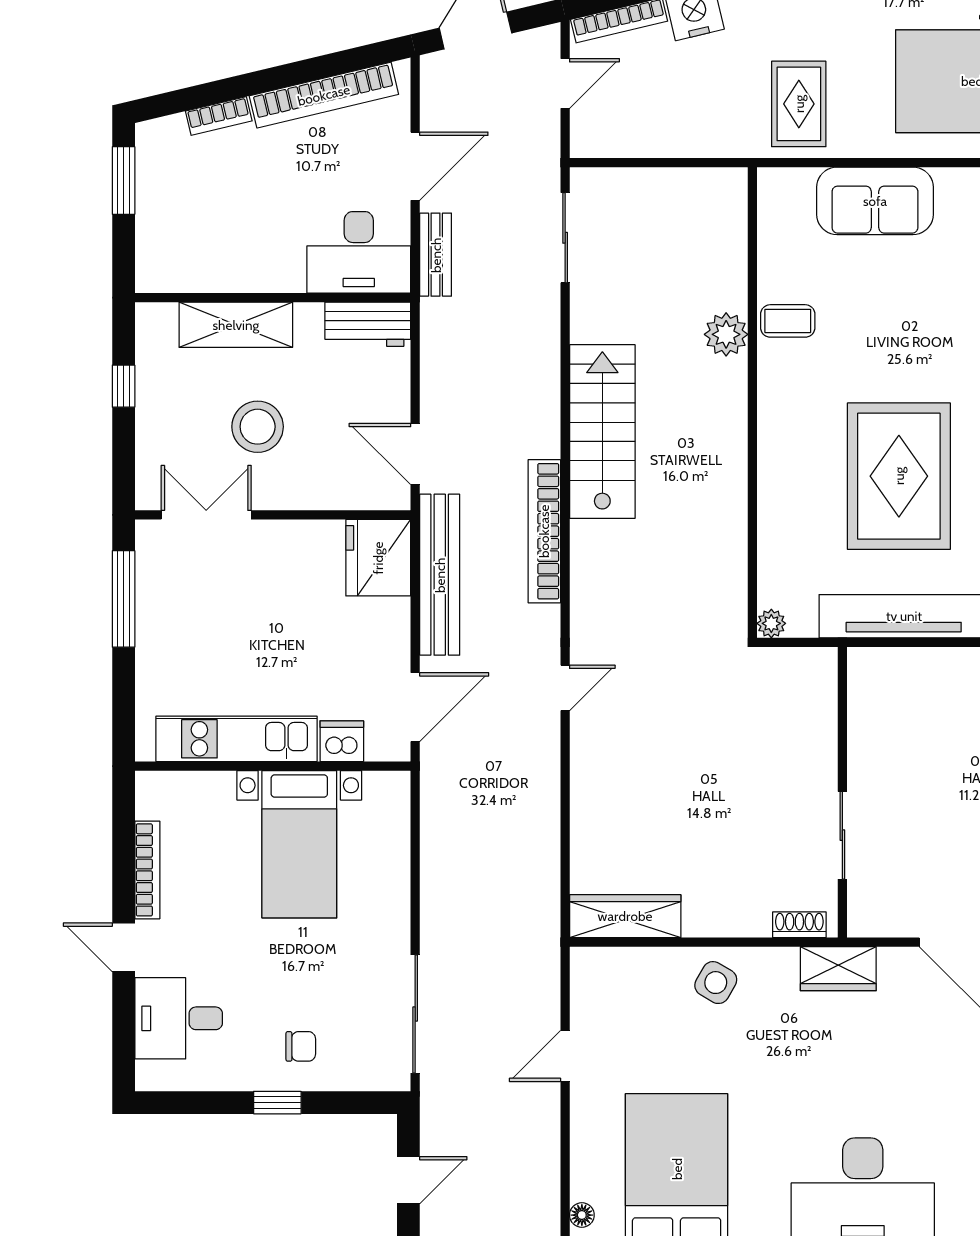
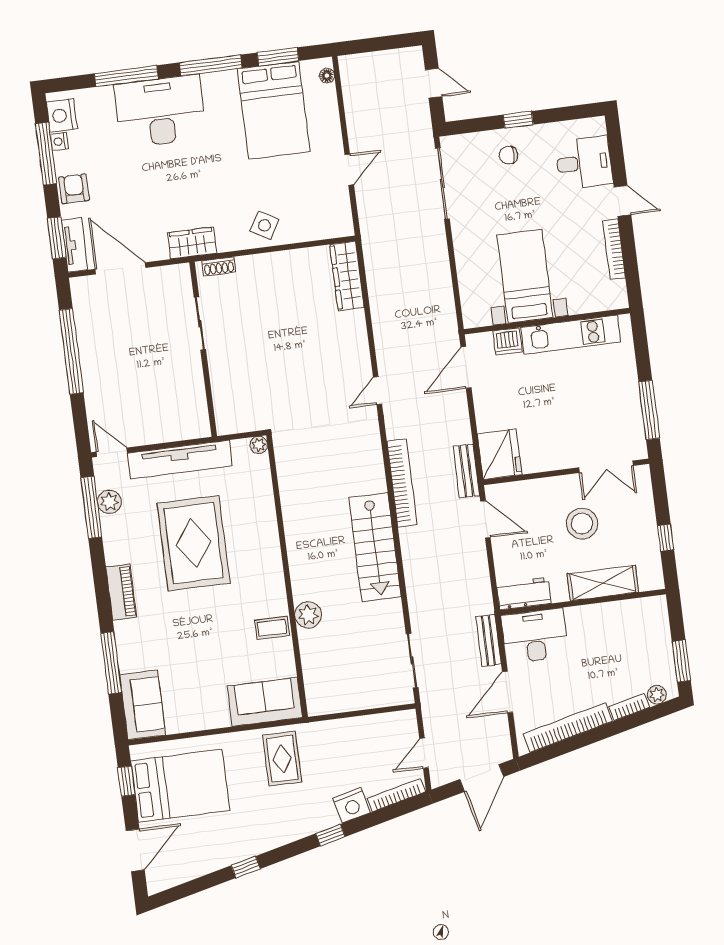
plant: (171, 130) -> (657, 695), added
sofa: (875, 201) -> (265, 702), moved
bench: (440, 575) -> (466, 471), width x0.54, depth x0.82
wardrobe: (625, 916) -> (347, 276), moved, turned 90
door: (408, 1180) -> (434, 83), swing flipped

